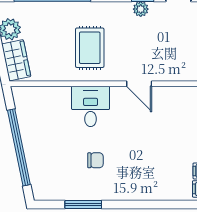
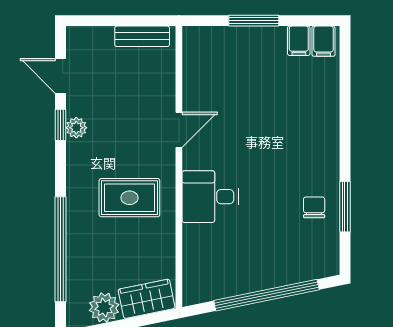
chair: (95, 160) -> (314, 207), moved

